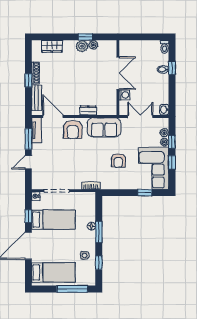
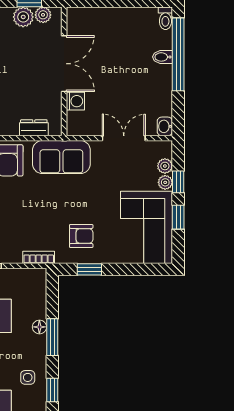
window: (172, 68) -> (178, 54), width x3.17
double door: (118, 73) -> (64, 64), moved
wall: (118, 78) -> (64, 71), moved
washing machine: (124, 95) -> (75, 101), moved
armchair: (118, 160) -> (81, 236), moved, turned -90
window: (145, 193) -> (89, 269), moved

